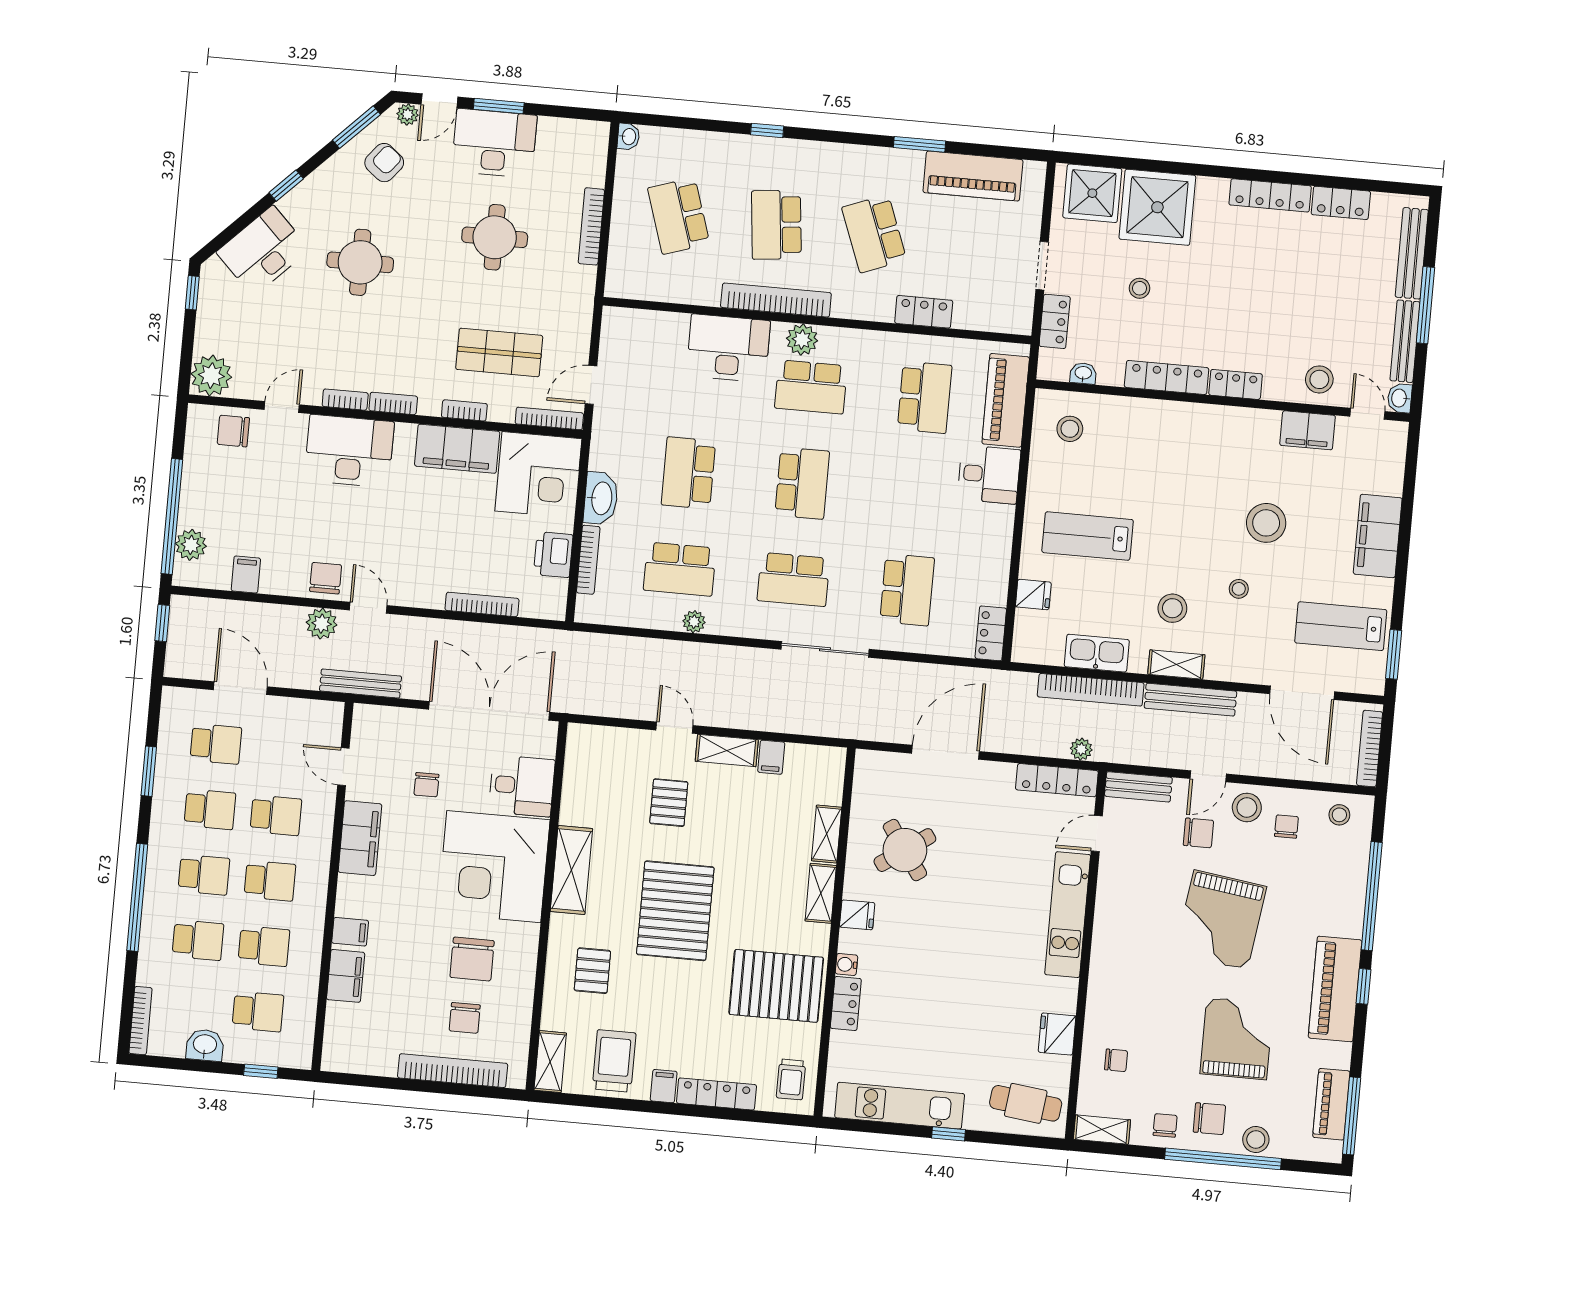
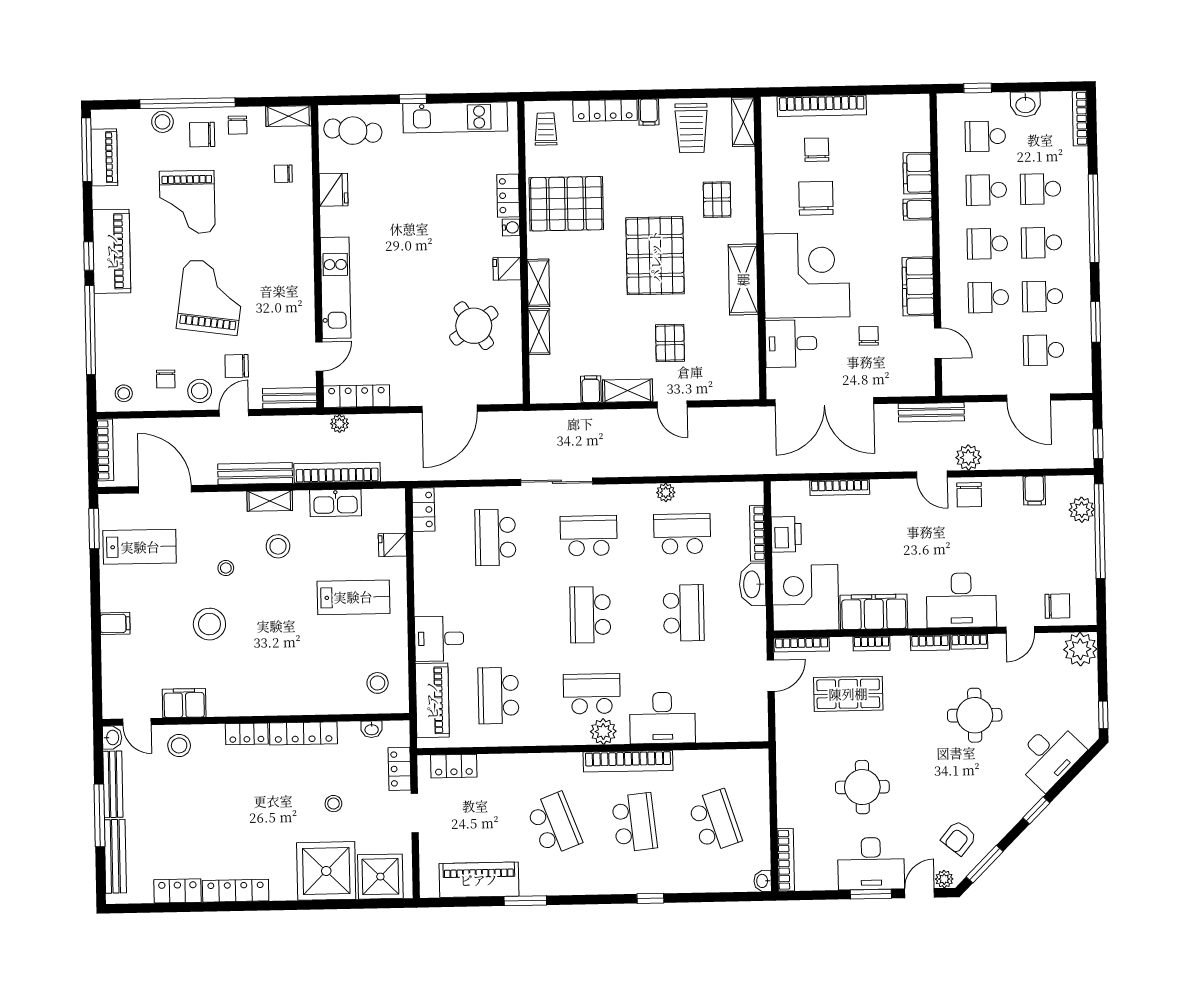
bookcase: (591, 226) -> (786, 860), moved
round table: (360, 262) -> (975, 715), moved
locker: (924, 312) -> (454, 766), moved
filing cabinet: (1378, 536) -> (115, 623), width x0.33, depth x0.86

